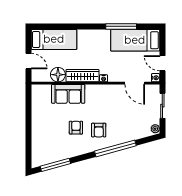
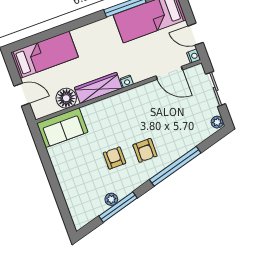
sofa: (68, 94) -> (62, 128), moved
plant: (63, 155) -> (111, 199), added
window: (55, 165) -> (118, 207), moved

